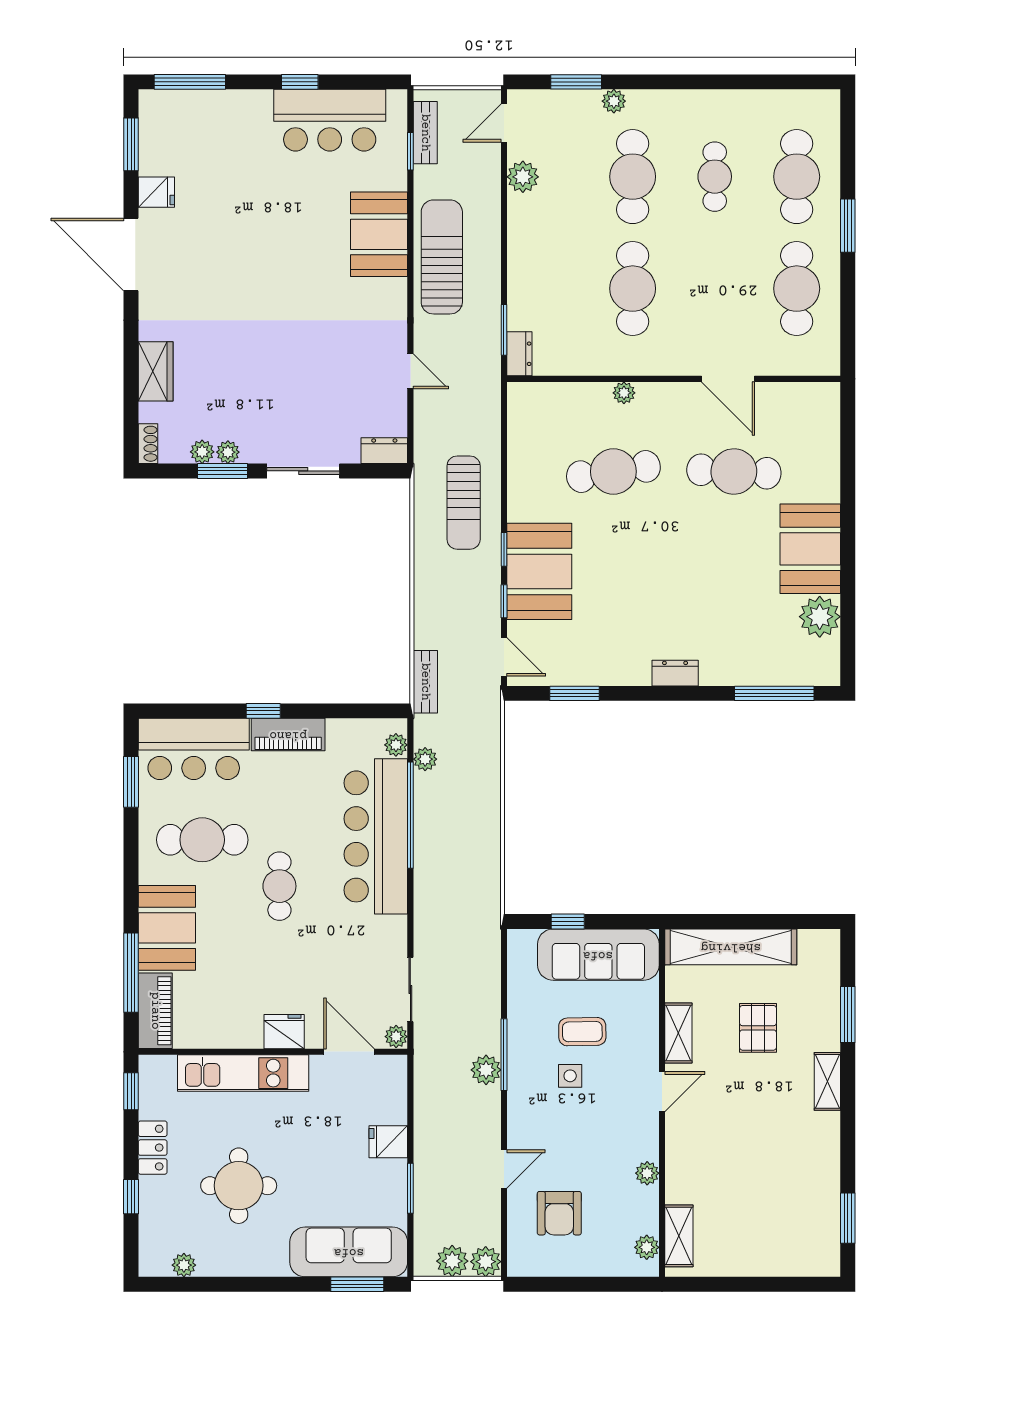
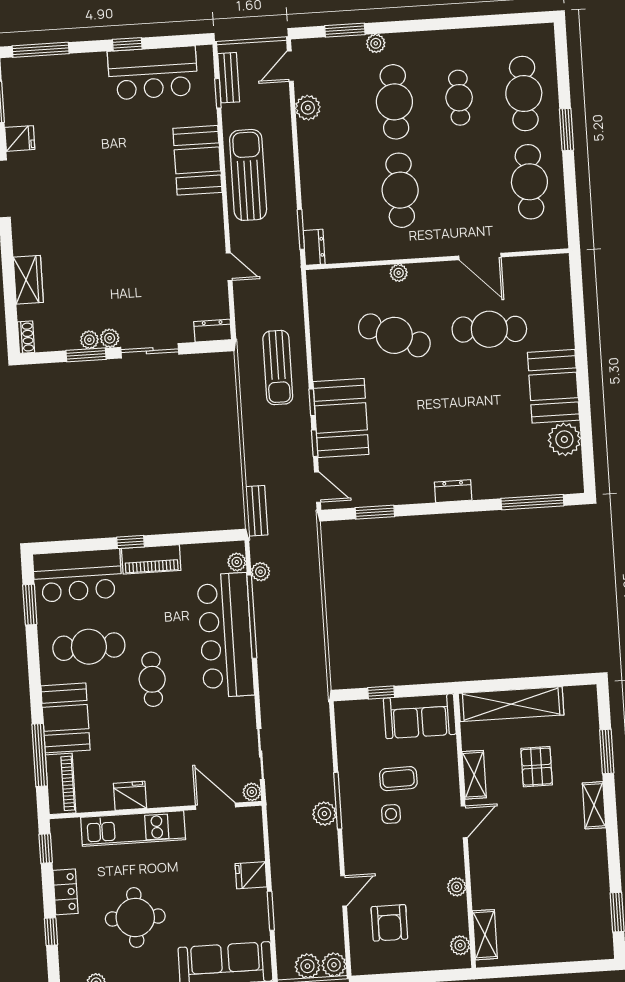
plant: (202, 452) -> (110, 338), moved
cafe table: (613, 472) -> (394, 335), turned 33
sofa: (598, 955) -> (420, 716), width x0.73
fridge: (284, 1032) -> (130, 796), moved

